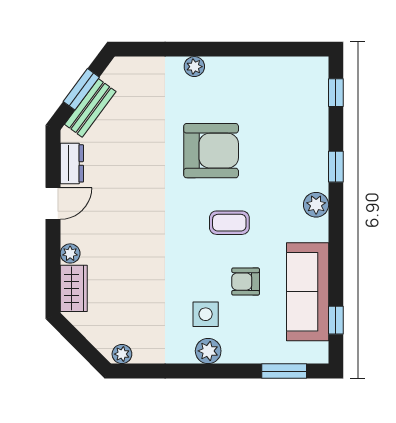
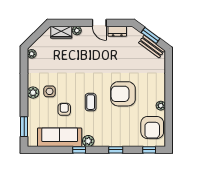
plant: (194, 67) -> (161, 106), moved
armchair: (286, 86) -> (152, 127), added
bench: (90, 108) -> (152, 47), moved
armchair: (211, 151) -> (123, 94), turned 90
plant: (316, 205) -> (88, 141), moved
window: (336, 320) -> (79, 150), moved

